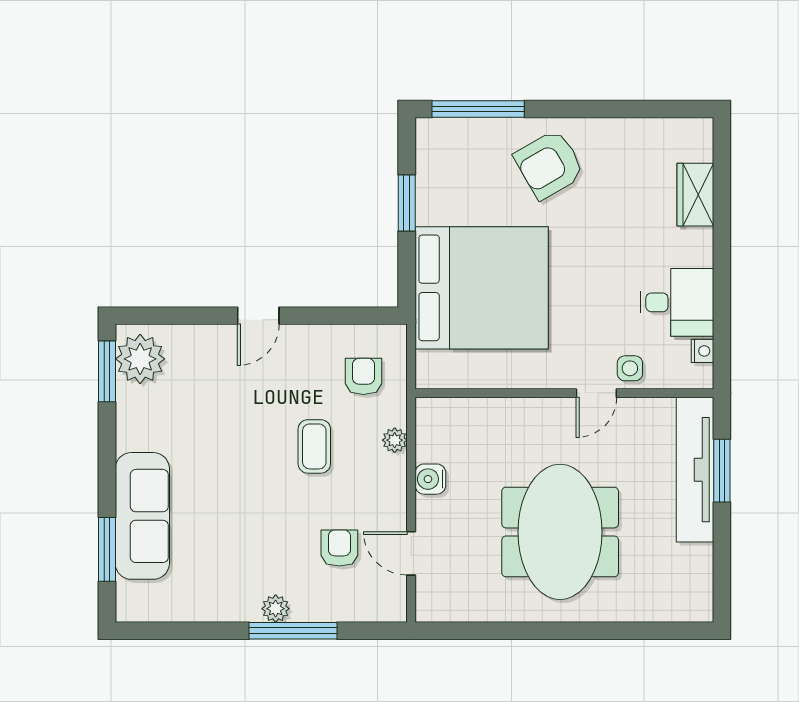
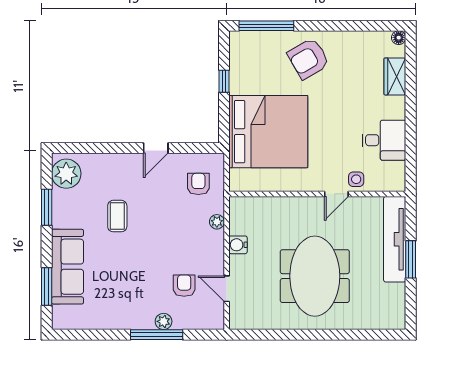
floor lamp: (702, 129) -> (399, 38), added
window: (407, 203) -> (224, 81), width x0.67
door: (258, 316) -> (156, 148), moved
nightstand: (702, 351) -> (399, 169), removed
window: (107, 371) -> (47, 207), moved
coffee table: (314, 446) -> (117, 216), moved
window: (722, 471) -> (411, 259), moved
plant: (276, 609) -> (164, 321), moved

